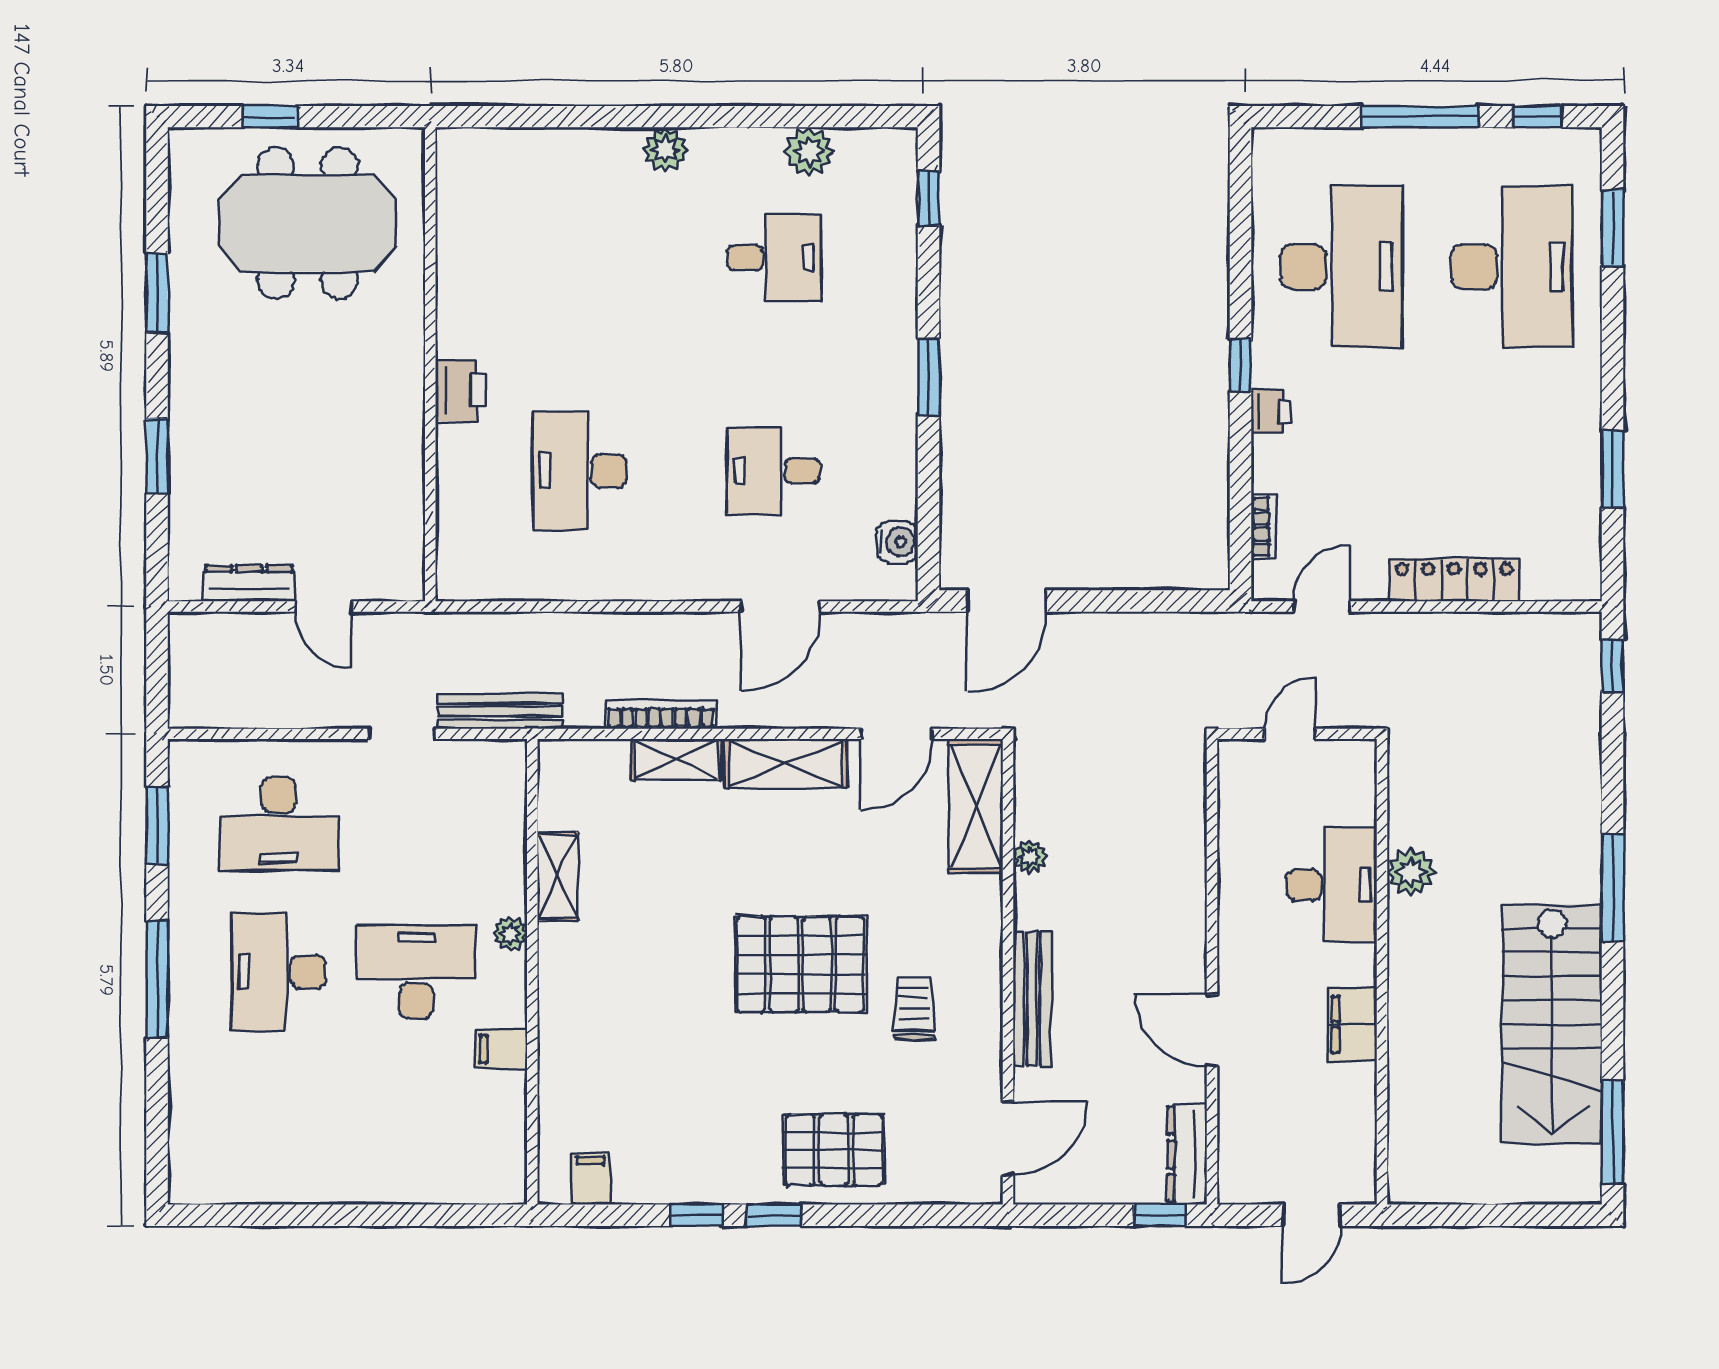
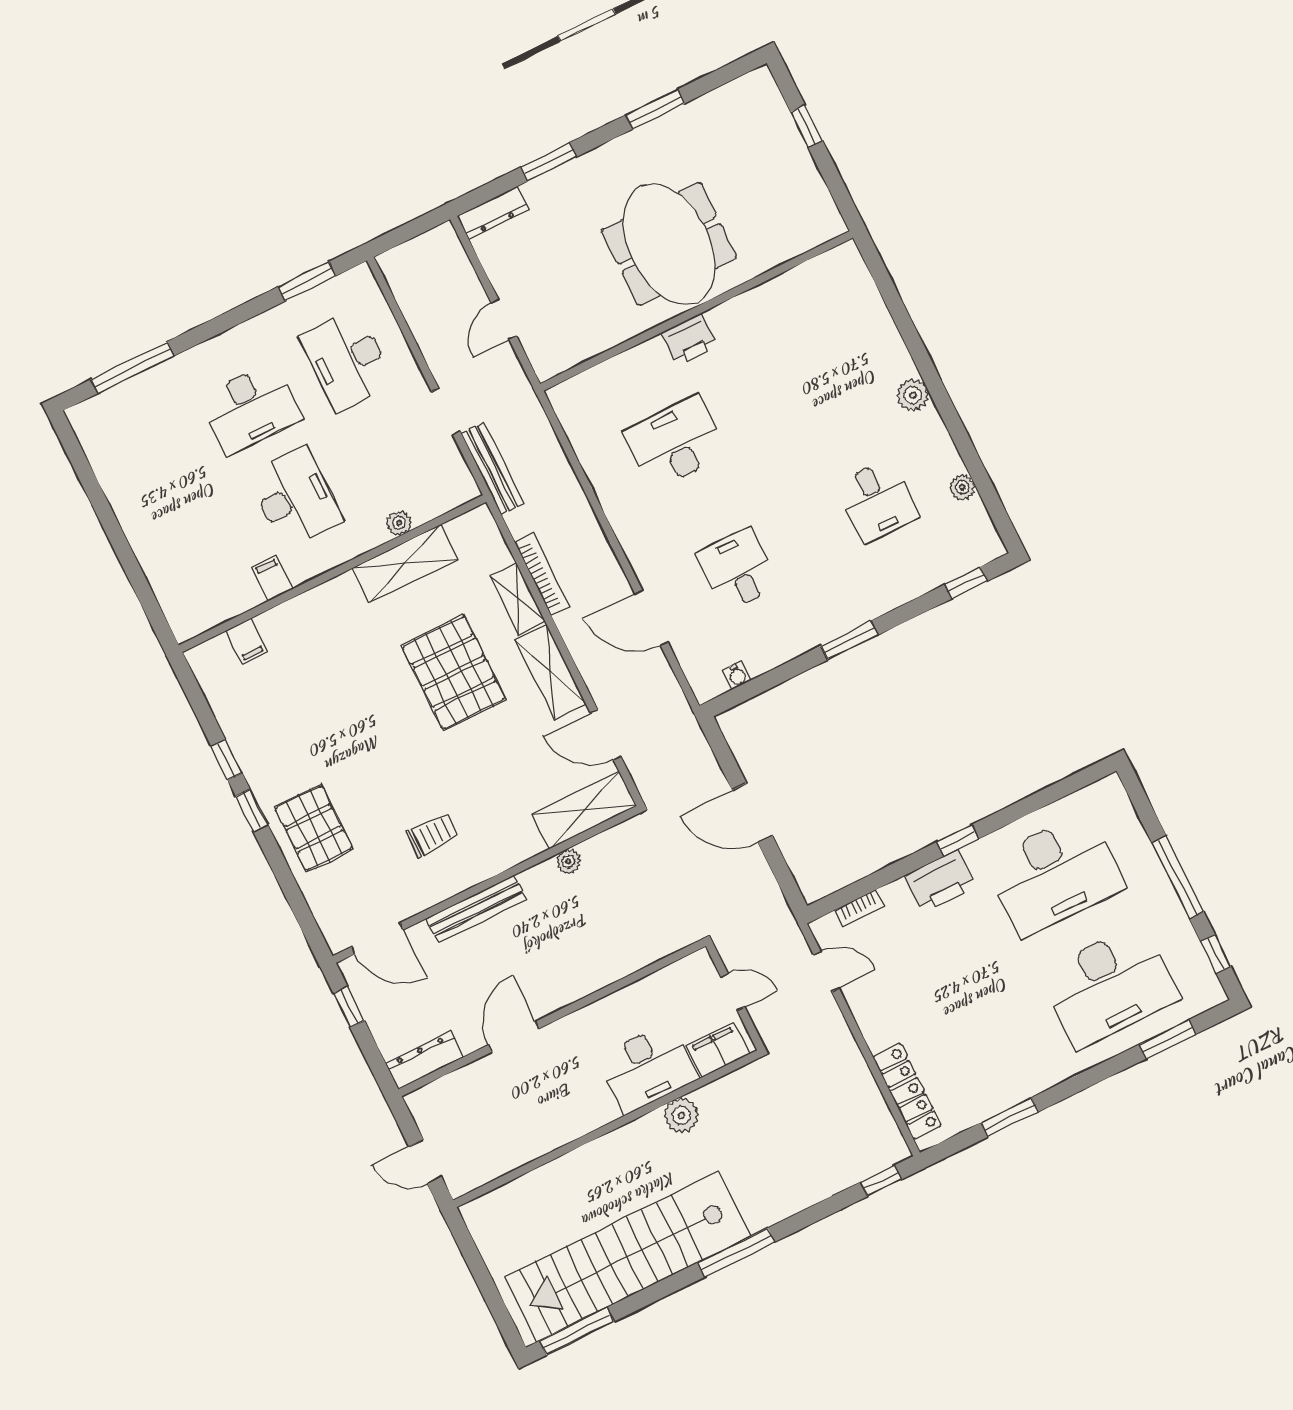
plant: (809, 151) -> (962, 487), width x0.73, depth x0.73
meeting table: (307, 223) -> (669, 244), moved
printer: (1271, 411) -> (940, 881), width x1.87, depth x1.48
water cooler: (897, 542) -> (737, 675), width x0.72, depth x0.72
locker: (1454, 580) -> (907, 1091), moved
dresser: (249, 583) -> (493, 213), moved, turned 90
door: (1007, 601) -> (752, 813), moved
shelving: (557, 876) -> (405, 564), width x1.50, depth x1.33
plant: (510, 934) -> (399, 523), moved
pallet: (800, 964) -> (454, 673), moved
desk: (279, 972) -> (251, 408), turned 180
window: (157, 980) -> (132, 368), moved
filing cabinet: (1352, 1024) -> (718, 1050), moved
stairs: (1552, 1024) -> (628, 1257), width x1.36
filing cabinet: (590, 1179) -> (246, 641), moved, turned 90
window: (1160, 1215) -> (349, 1007), moved

